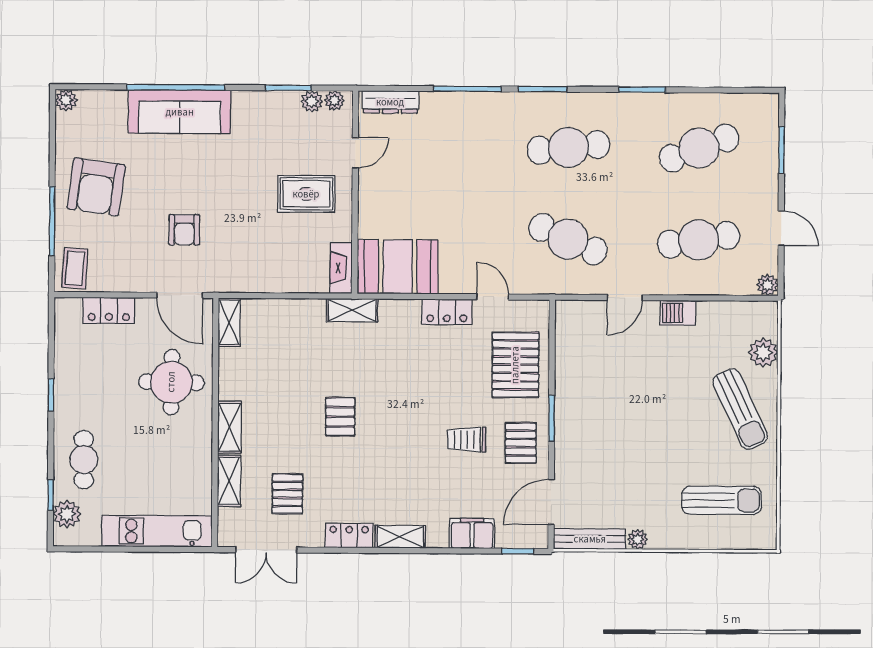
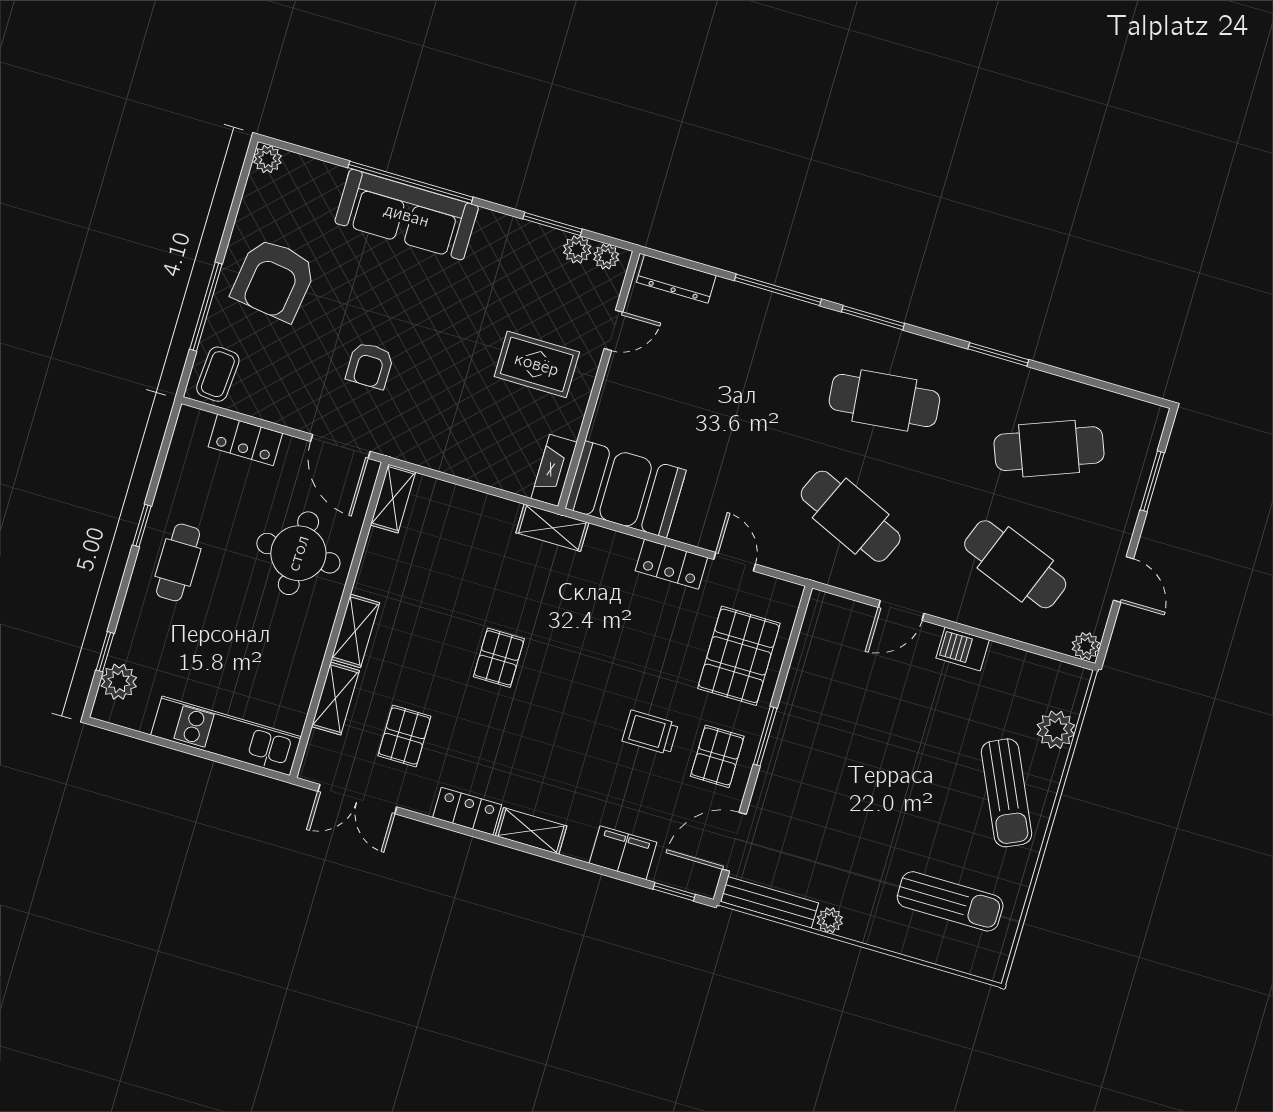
cafe table: (699, 240) -> (1015, 564), turned 30
cafe table: (84, 460) -> (178, 562), moved

